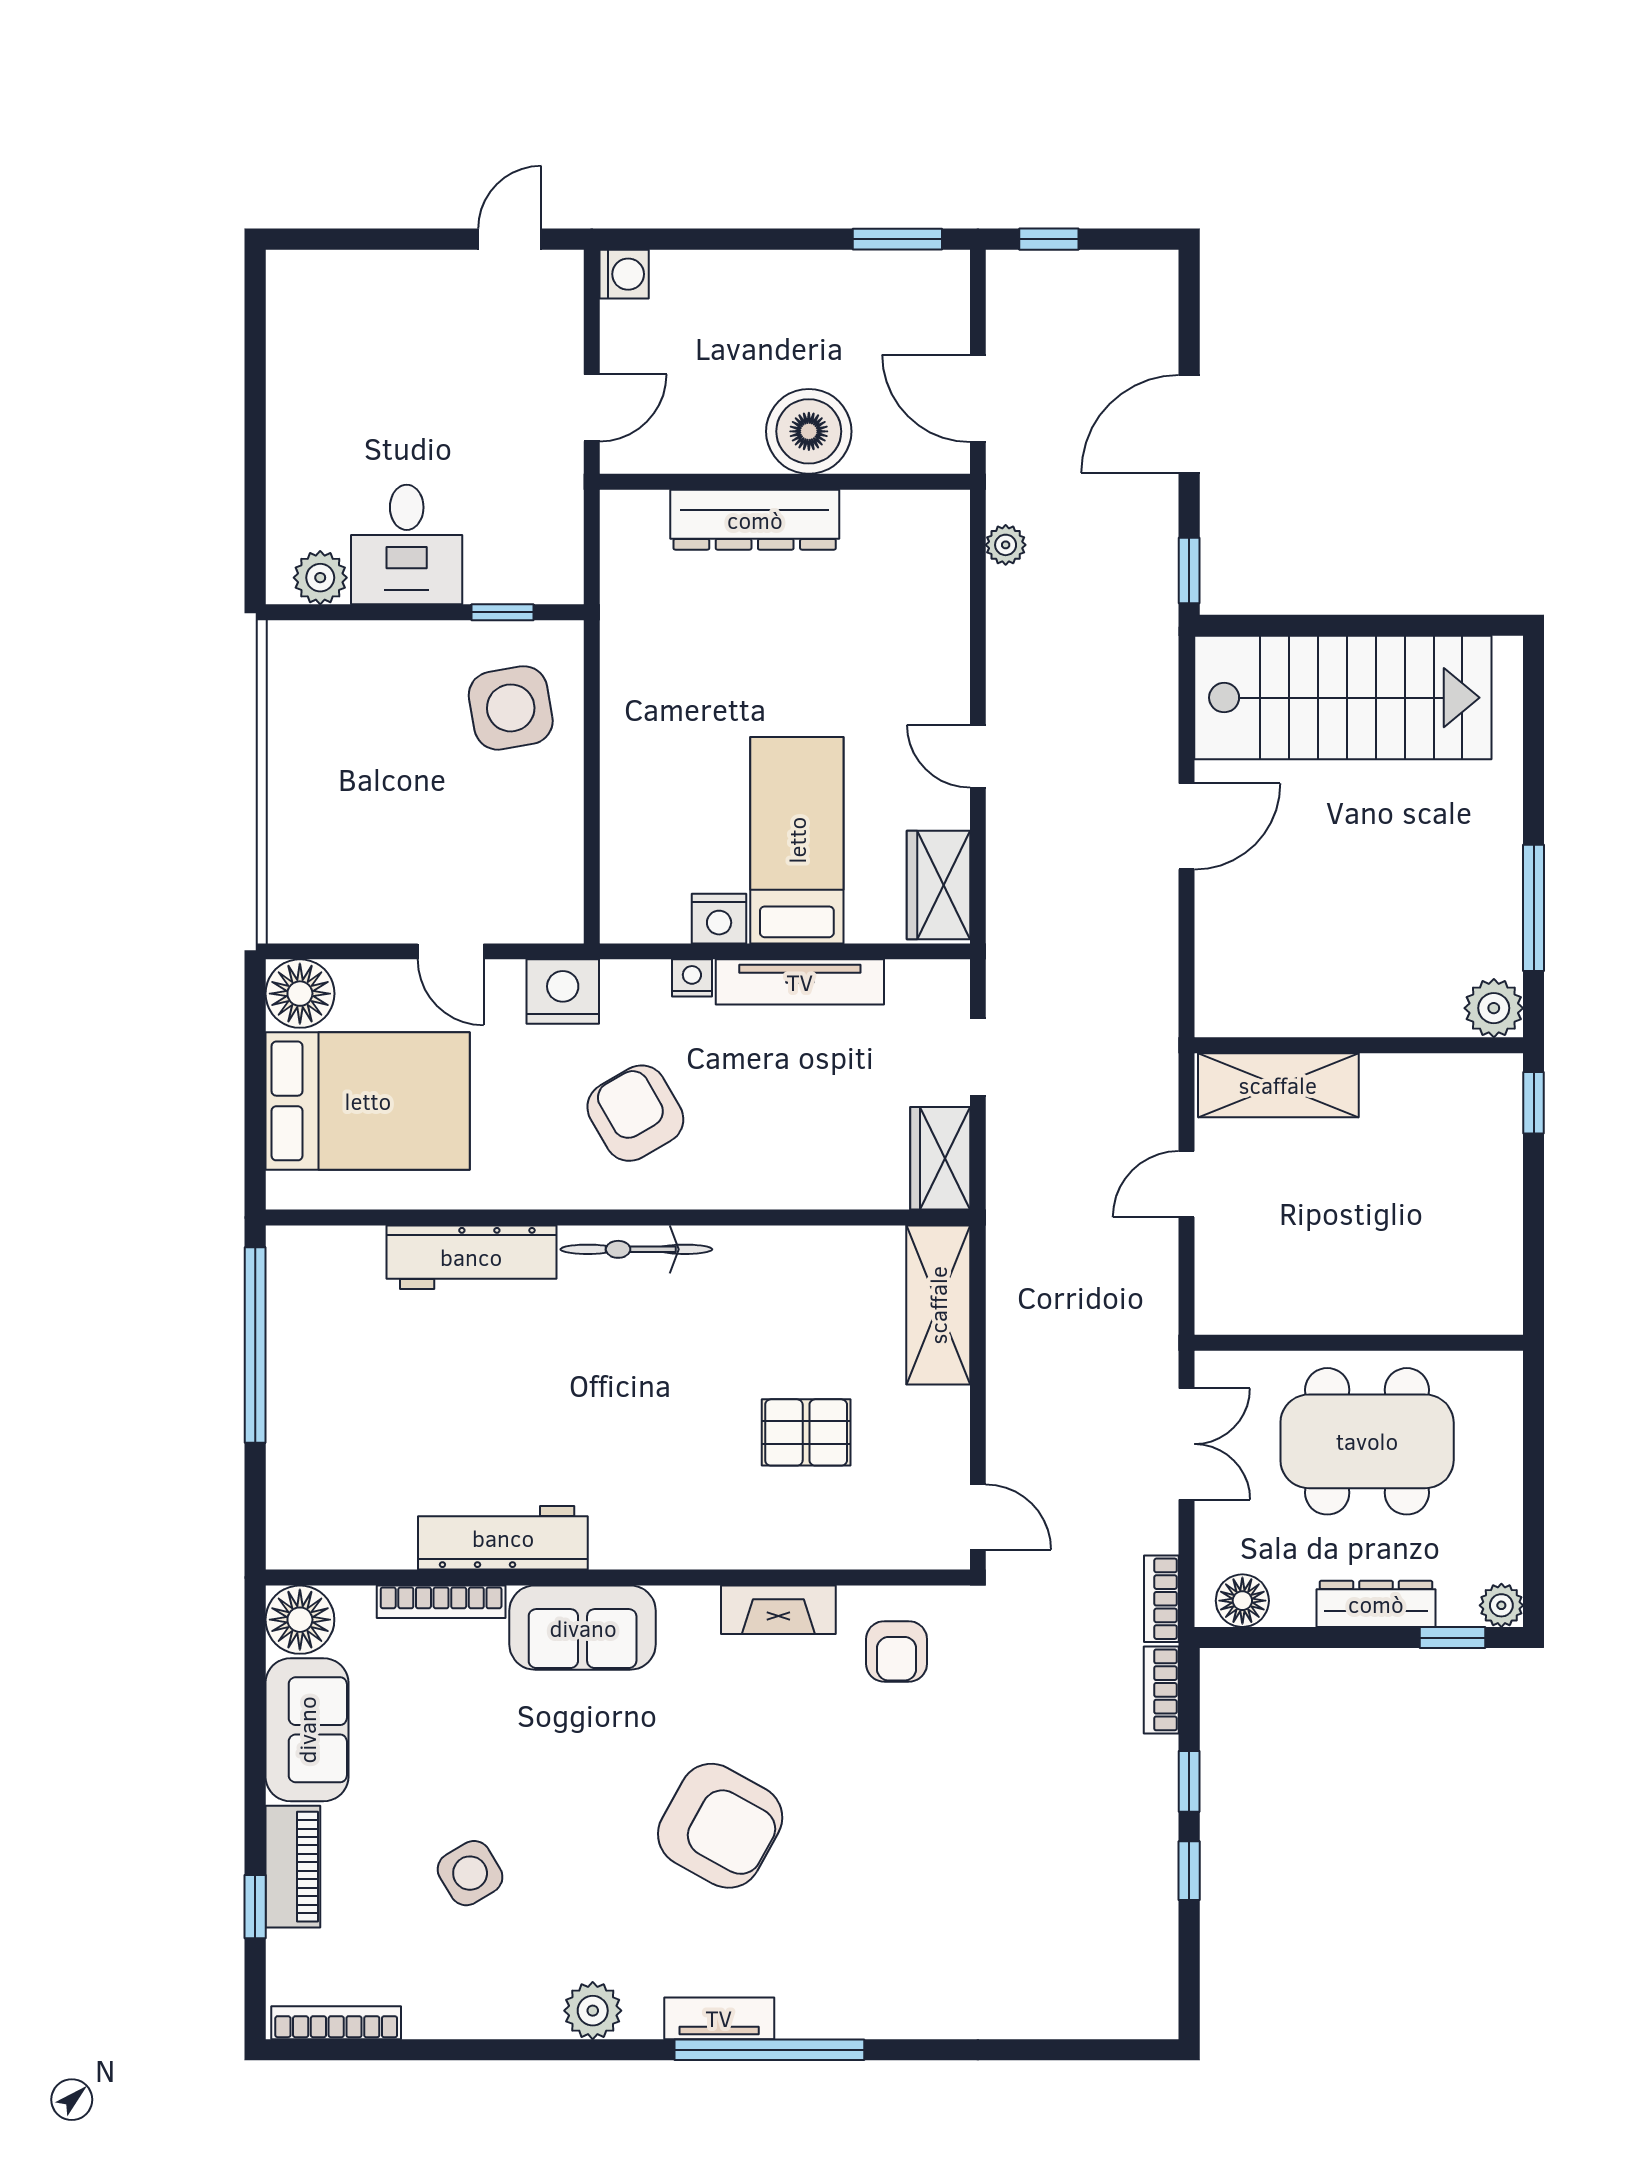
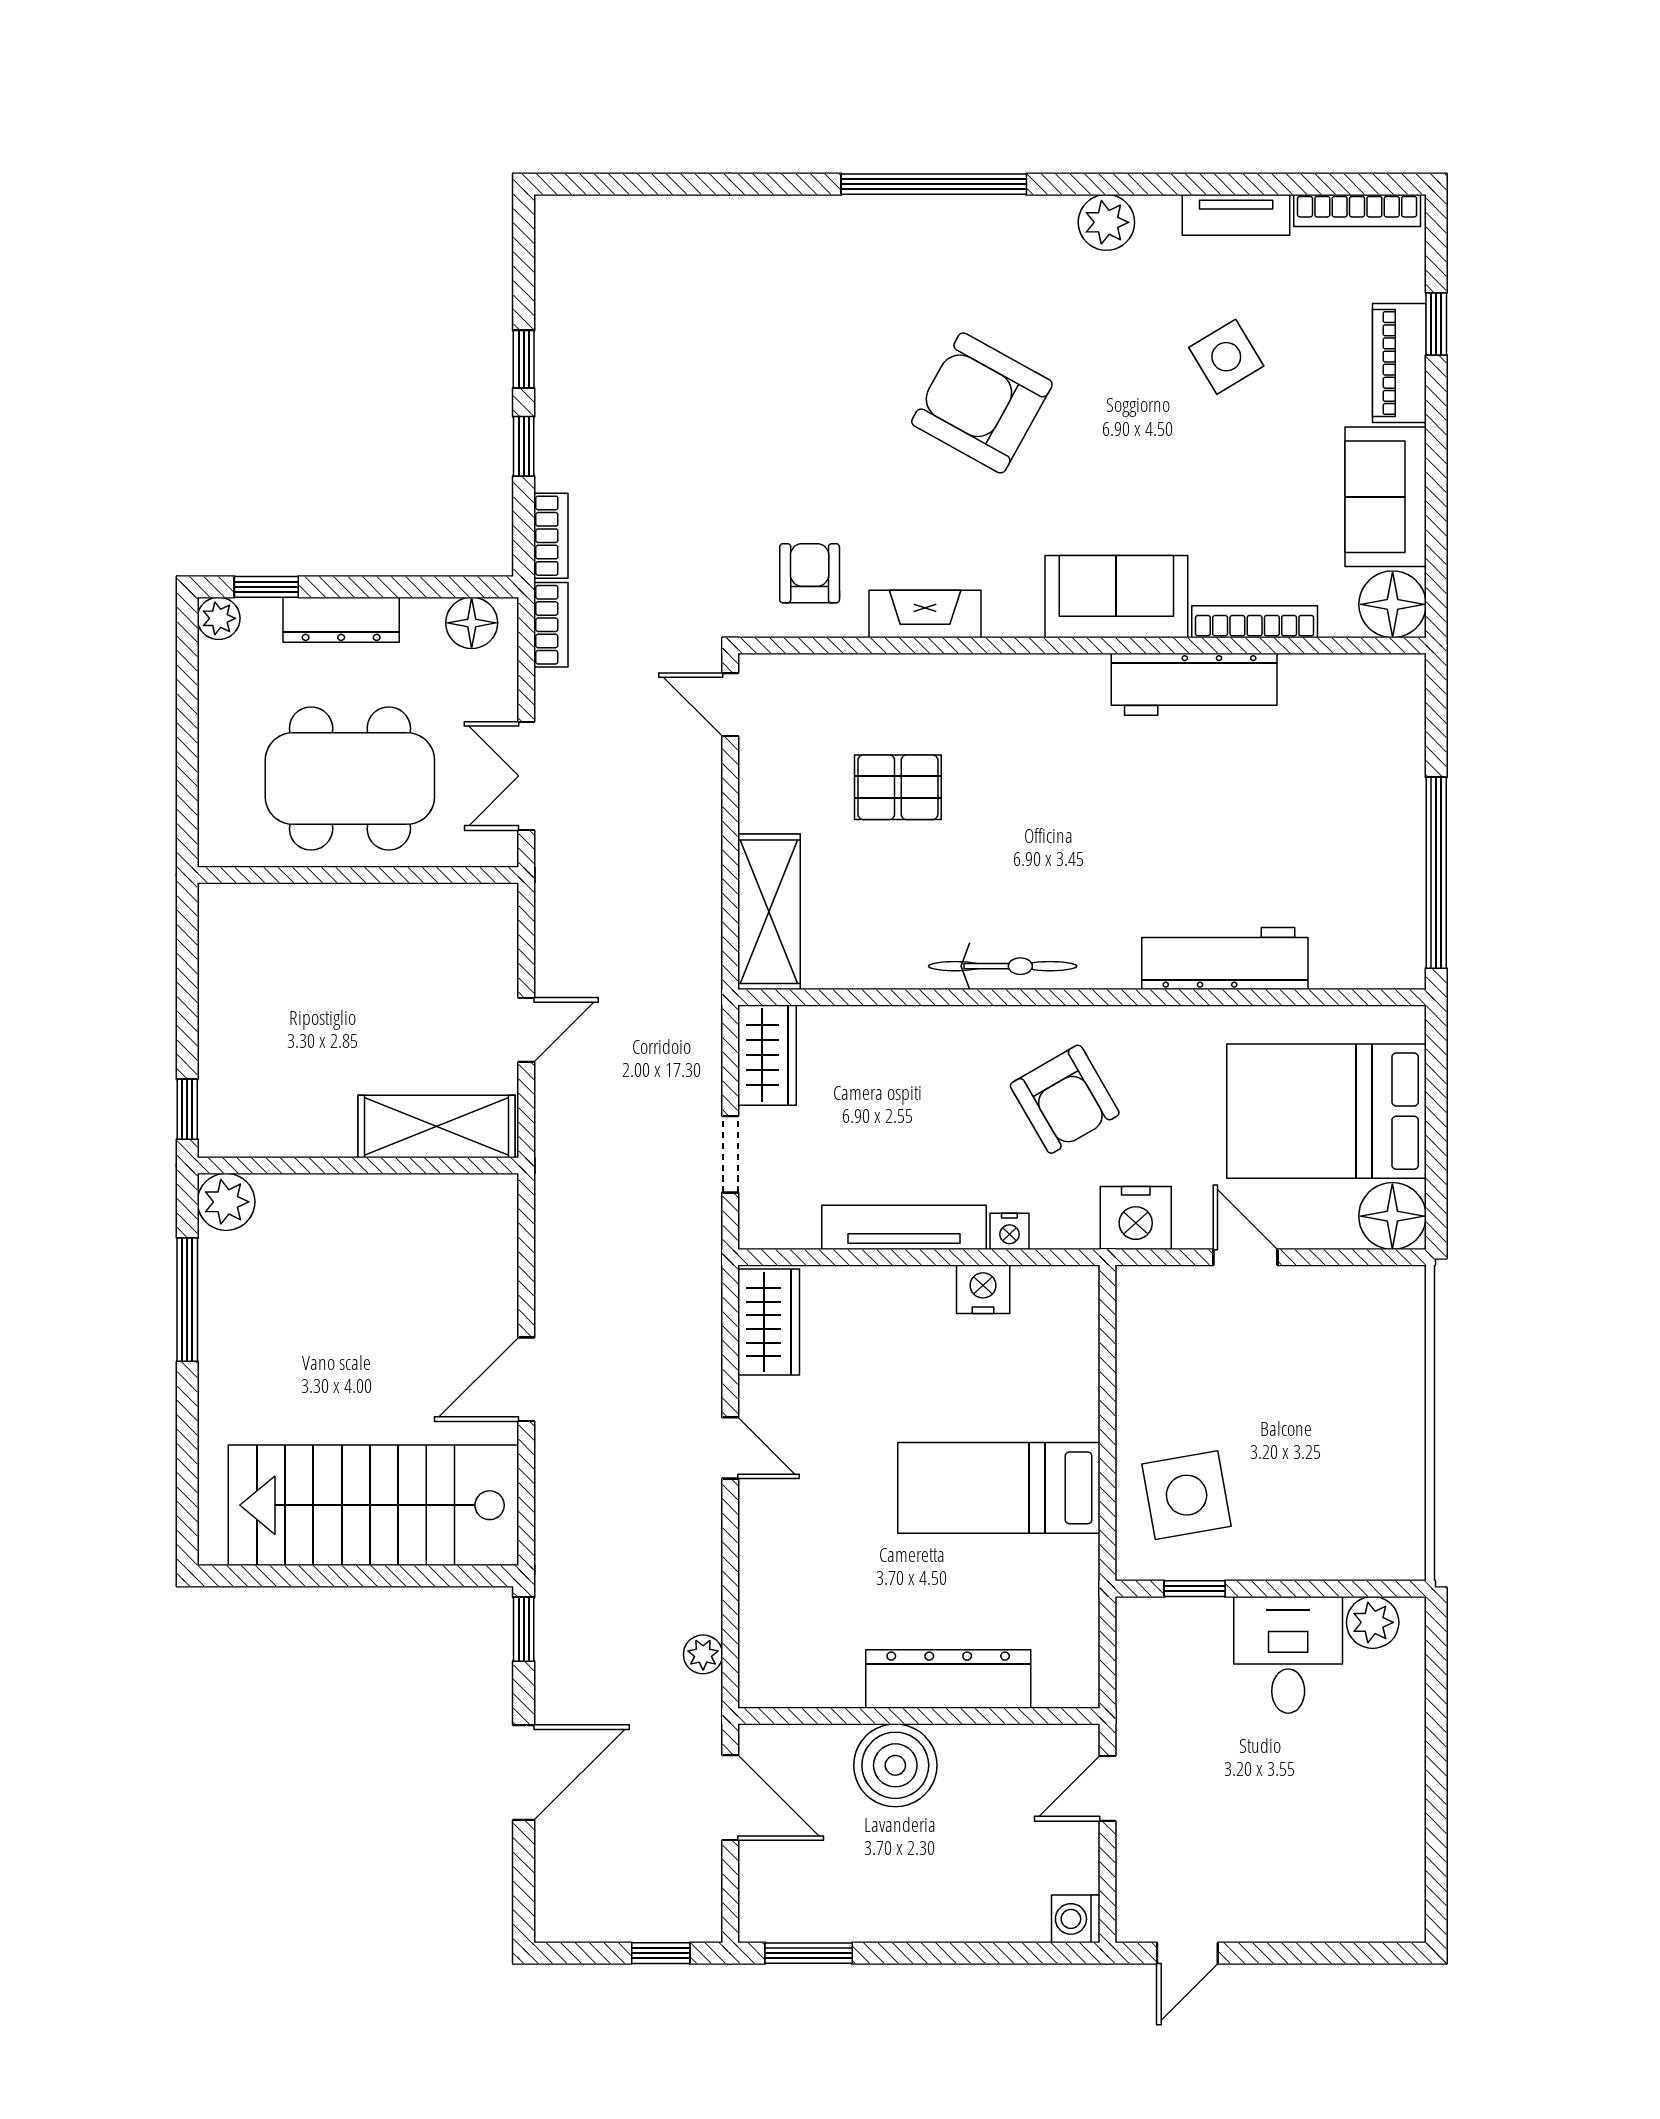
bed: (797, 840) -> (999, 1488), moved, turned 90
bicycle: (636, 1249) -> (1003, 966), moved
tv unit: (719, 2018) -> (1236, 215), moved

